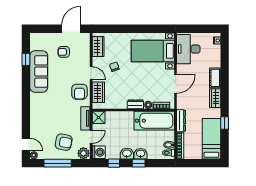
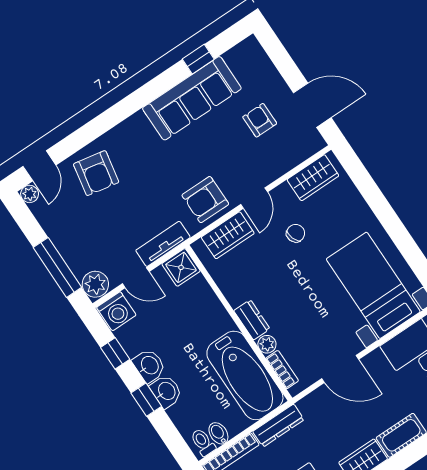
armchair: (64, 142) -> (96, 173), moved
window: (58, 163) -> (57, 267), moved

